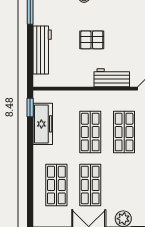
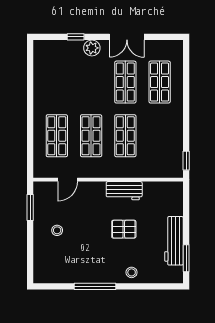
workbench: (42, 50) -> (174, 241), moved
workbench: (112, 78) -> (124, 191), moved
freezer: (43, 124) -> (173, 144), removed

